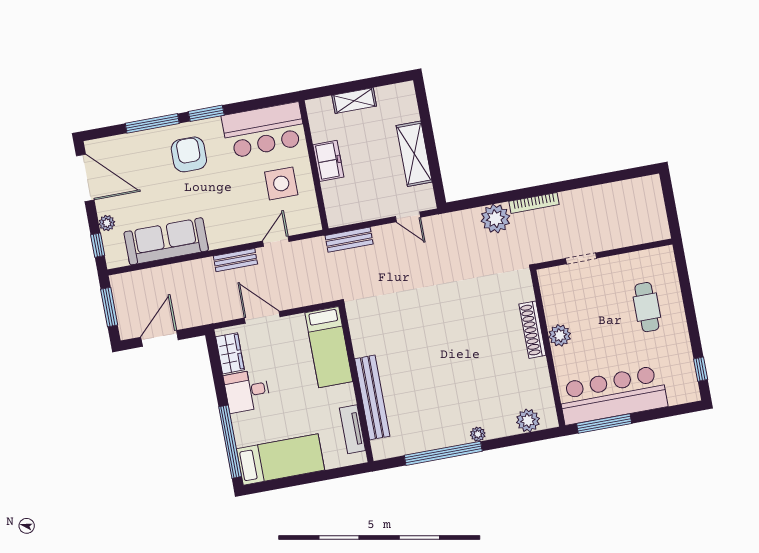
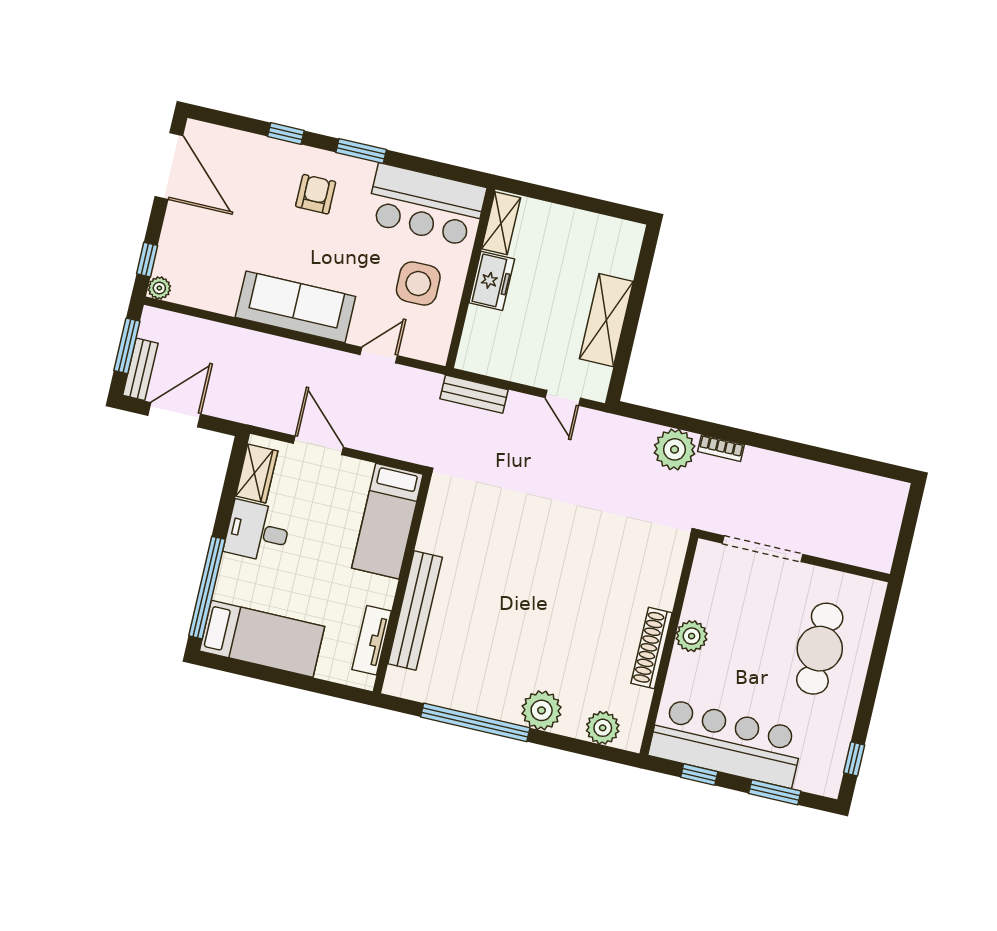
shelving: (354, 101) -> (501, 223), moved, turned 90
window: (152, 123) -> (286, 133), width x0.46
armchair: (189, 154) -> (316, 194), width x0.72, depth x0.72
bookcase: (534, 203) -> (721, 448), width x0.64
plant: (107, 223) -> (159, 288), moved
sofa: (166, 241) -> (295, 307), moved
doorway: (581, 258) -> (763, 549), width x1.88
bench: (235, 260) -> (140, 369), moved, turned 90
cafe table: (647, 307) -> (820, 649), width x1.37, depth x1.35
shoe rack: (532, 330) -> (652, 648), moved
window: (658, 413) -> (775, 792), added
window: (604, 424) -> (699, 775), width x0.46
plant: (478, 434) -> (542, 710), width x1.87, depth x1.87

